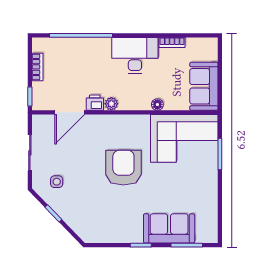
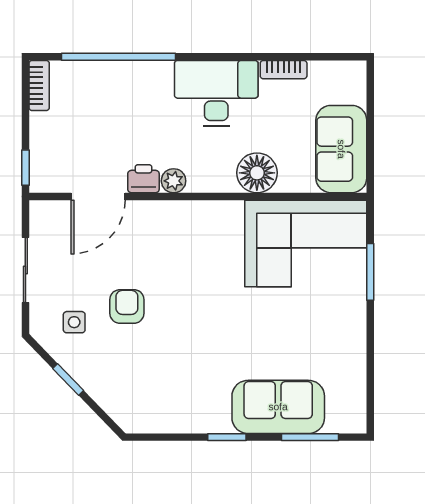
bookcase: (37, 67) -> (39, 86), moved
floor lamp: (157, 105) -> (257, 173), width x1.89, depth x1.89
armchair: (123, 168) -> (127, 306), moved, width x0.53, depth x0.53

